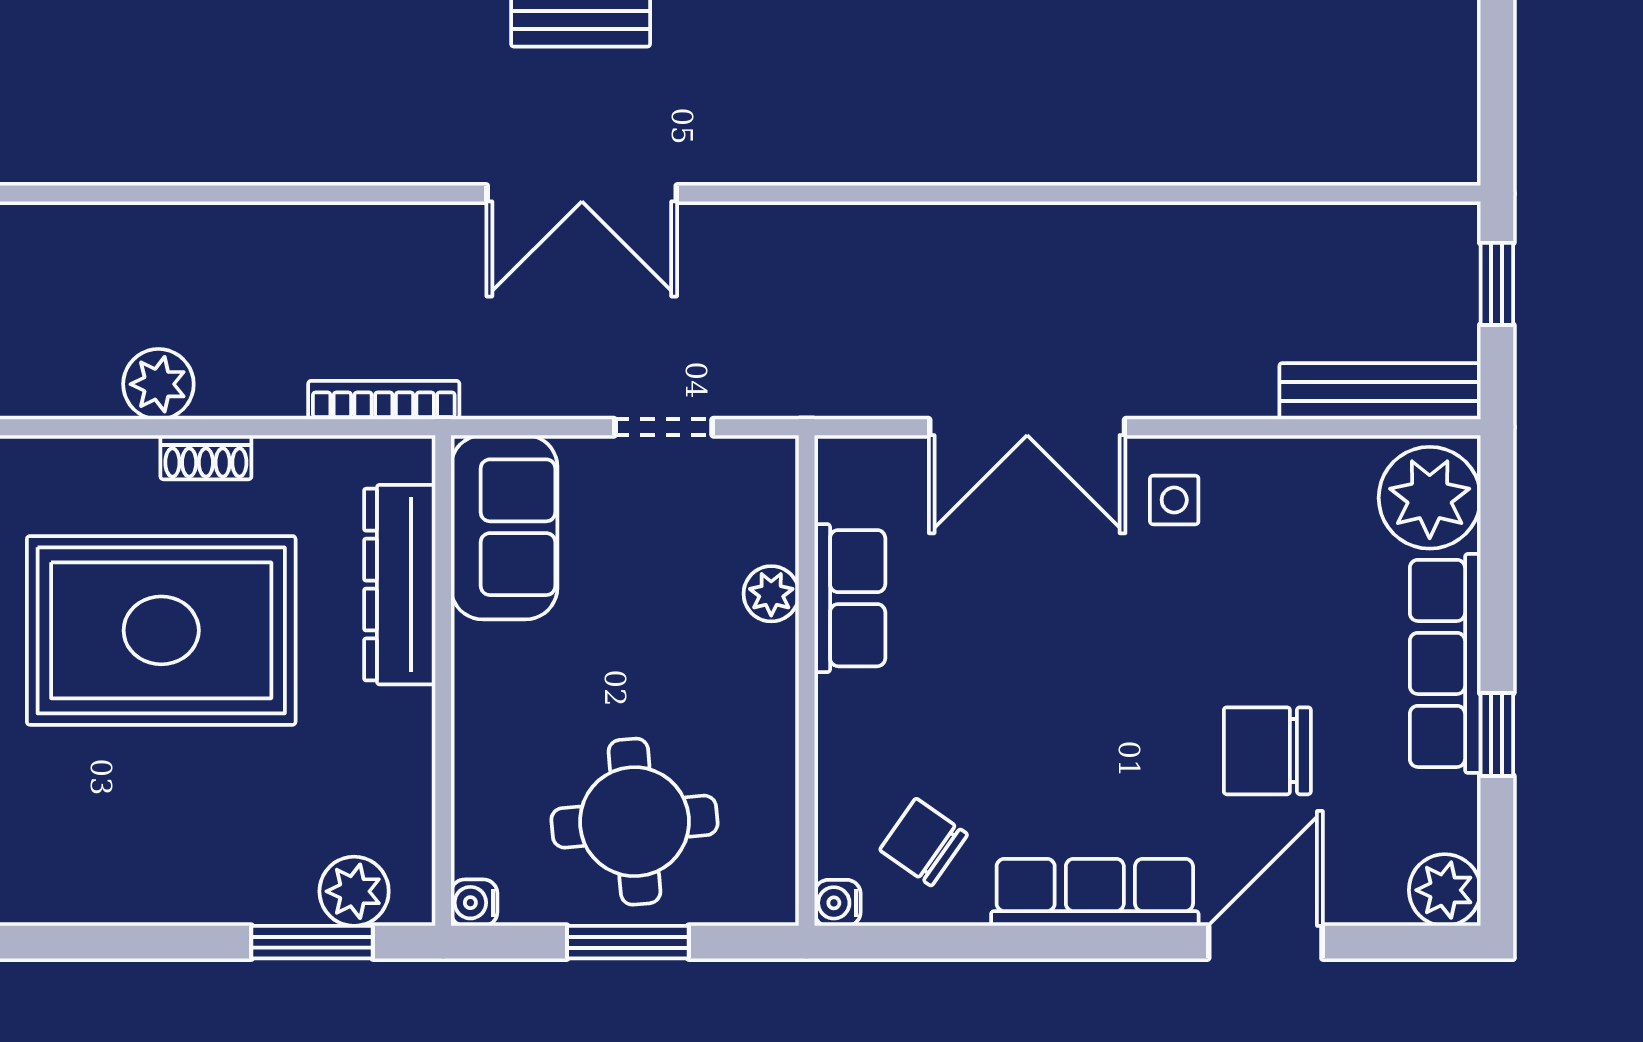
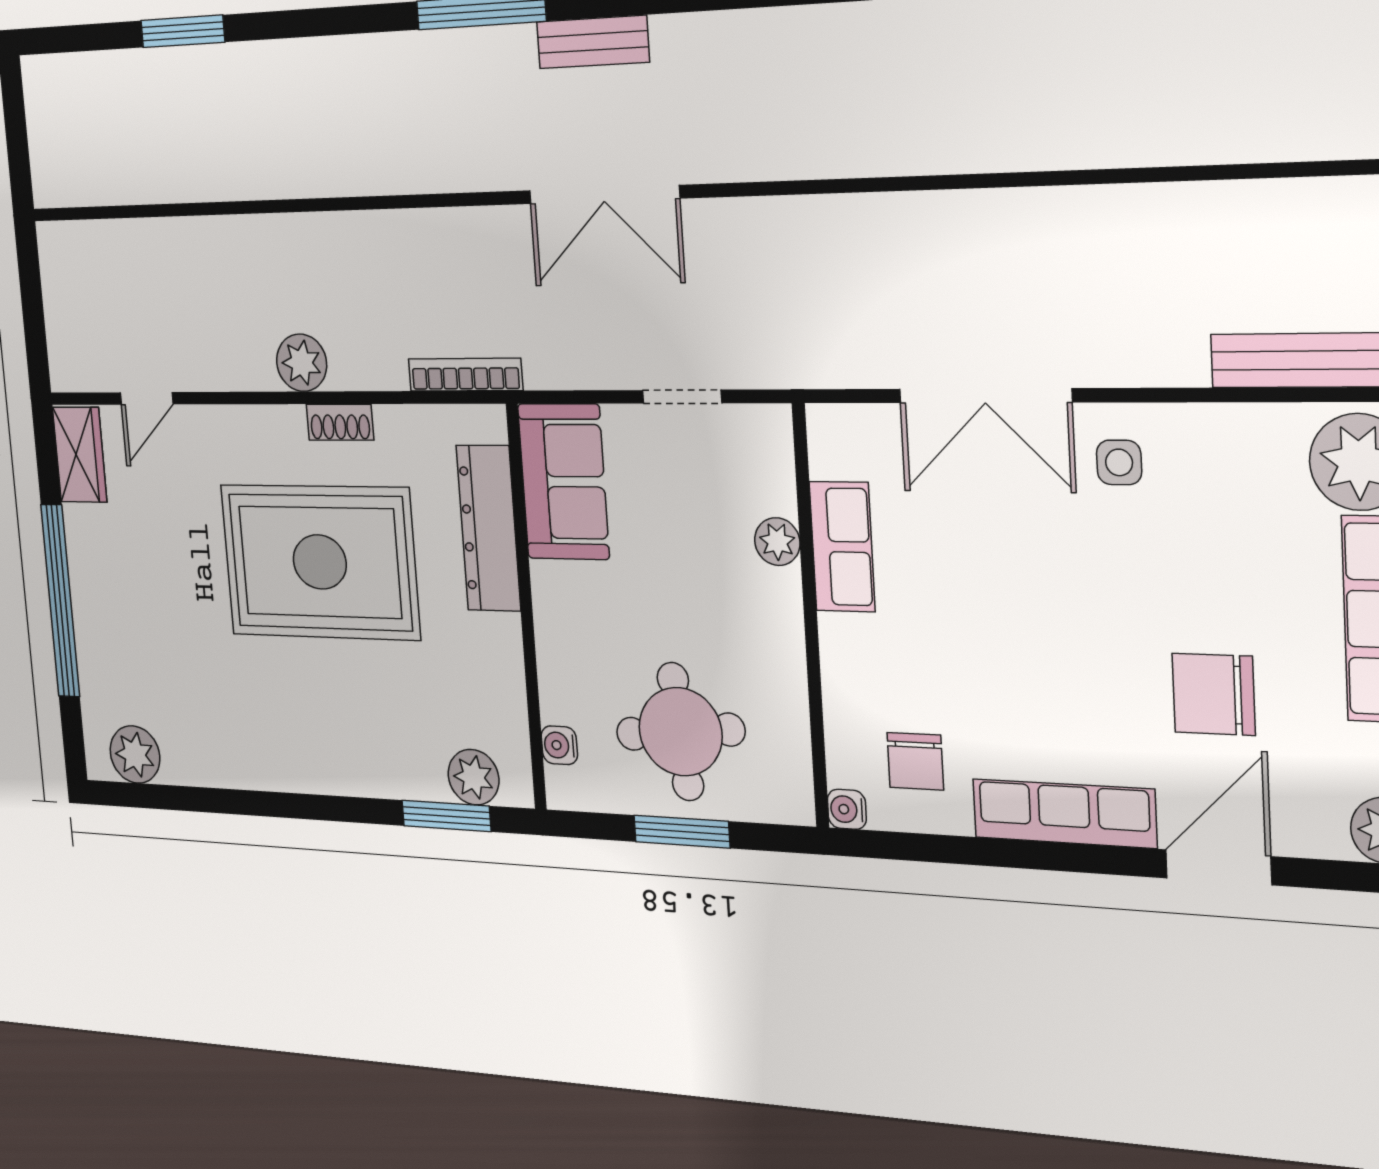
chair: (924, 842) -> (915, 761), turned -125
water cooler: (474, 903) -> (559, 745), moved

